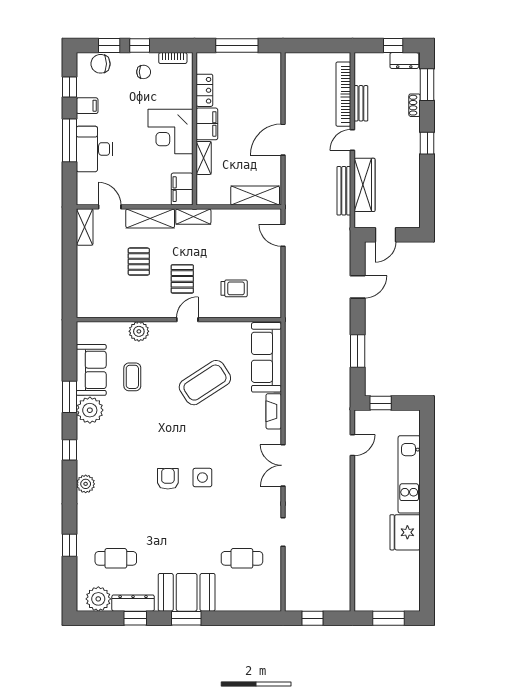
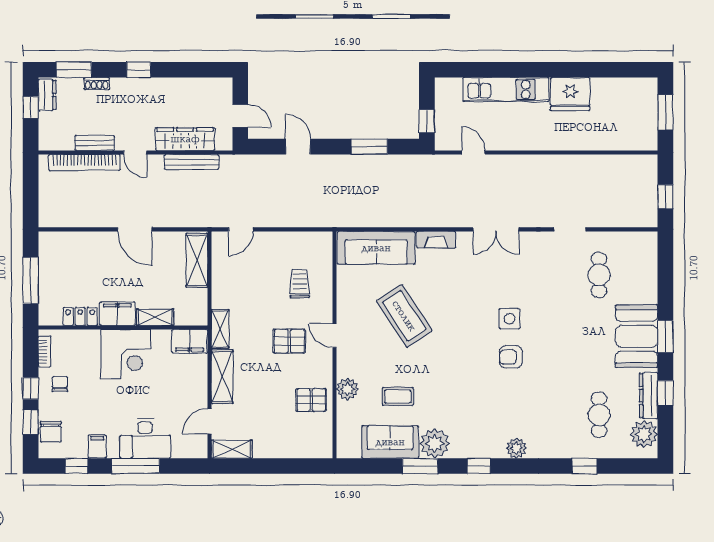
pallet: (139, 262) -> (311, 400), moved

